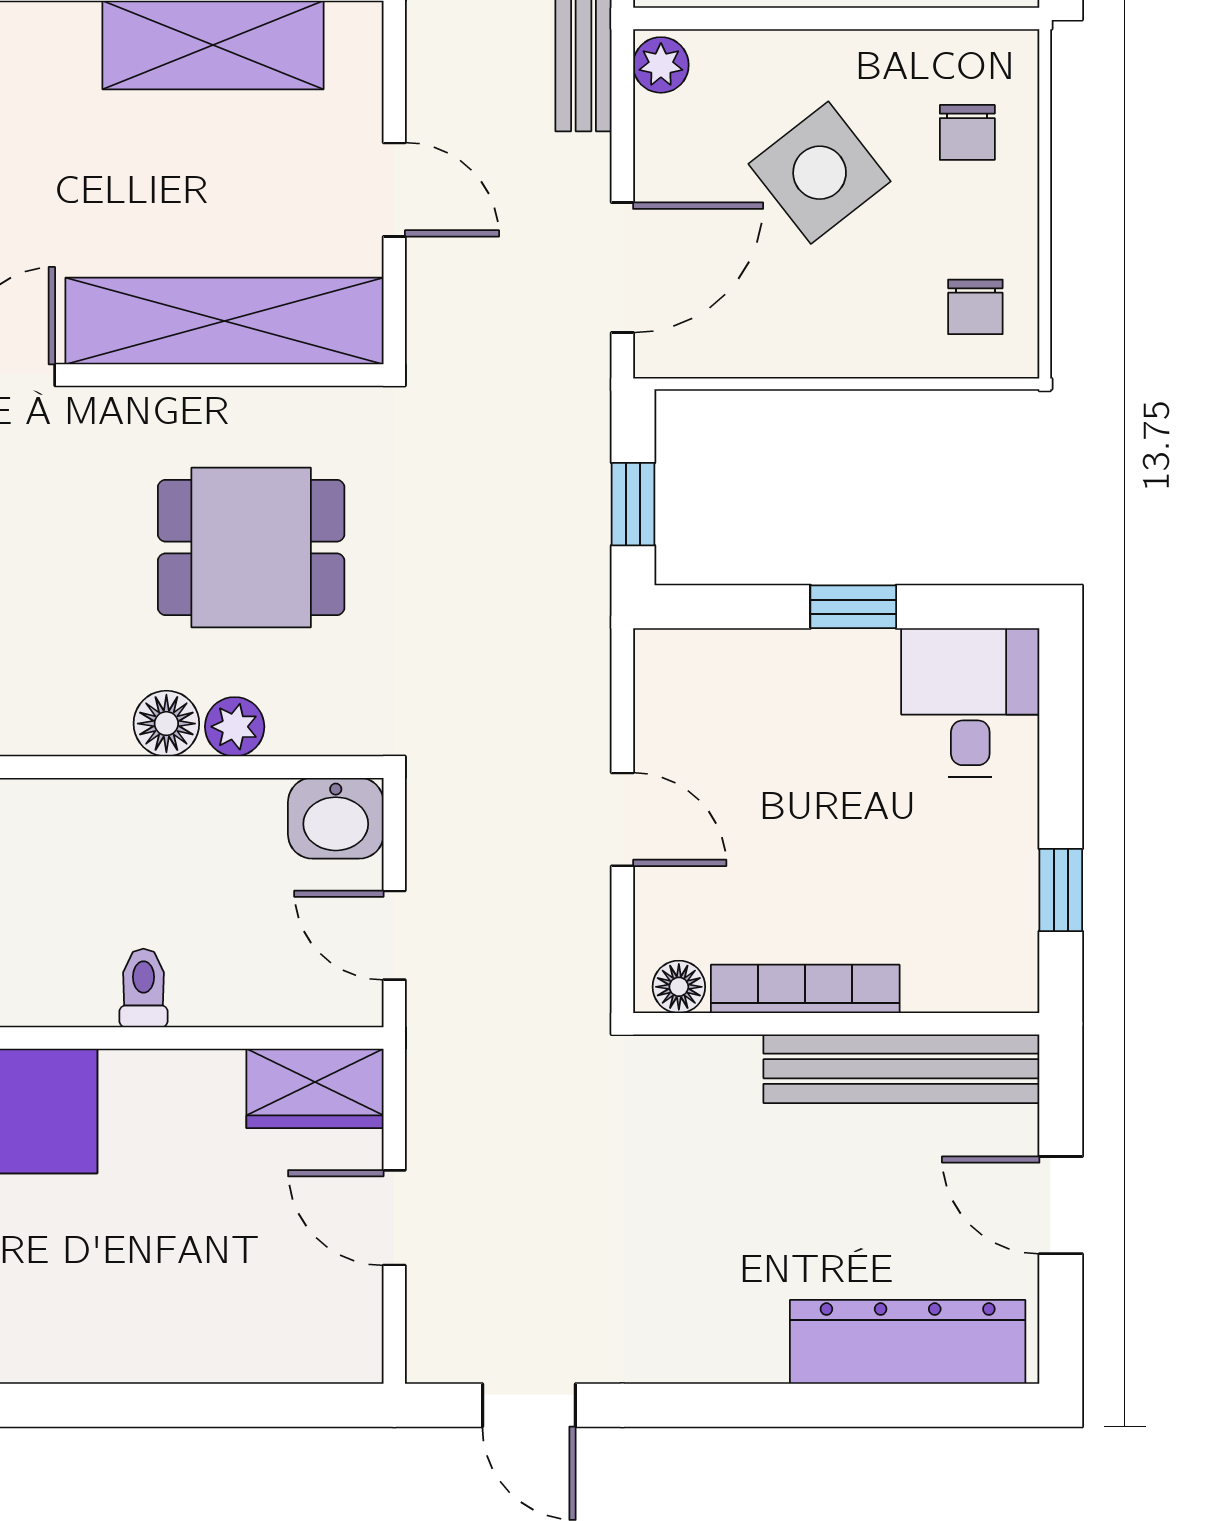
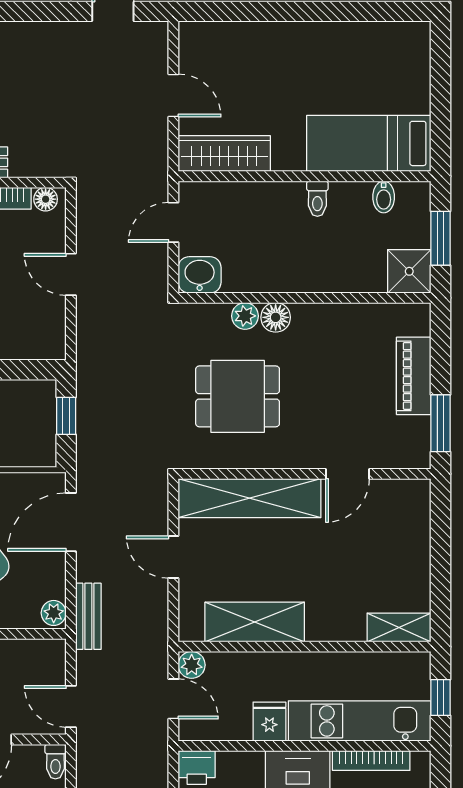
door: (394, 935) -> (173, 222), swing flipped
toilet: (143, 988) -> (317, 199), moved
wardrobe: (315, 1088) -> (224, 154), width x1.50

